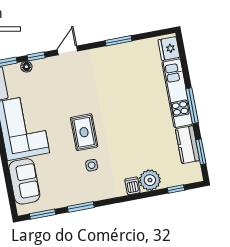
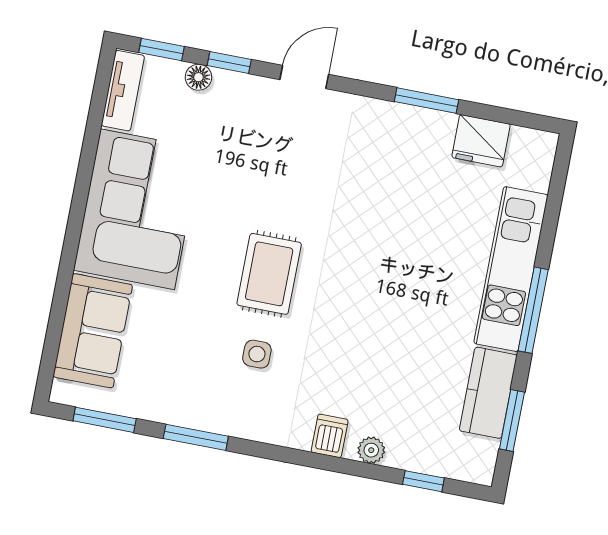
fridge: (169, 49) -> (481, 141), moved, turned -90
plant: (150, 180) -> (371, 450), width x0.53, depth x0.53

